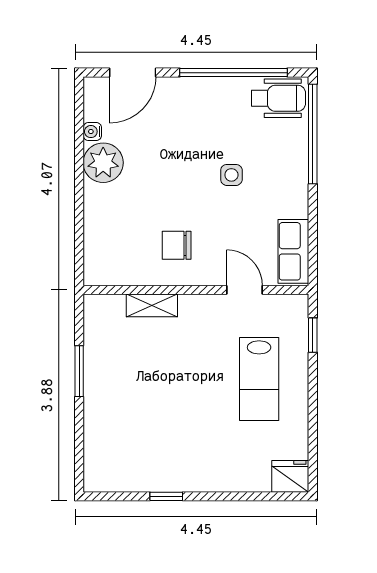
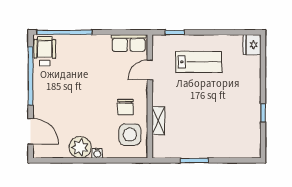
water cooler: (92, 132) -> (97, 153), moved
side table: (231, 175) -> (130, 135), moved, width x1.87, depth x1.87

